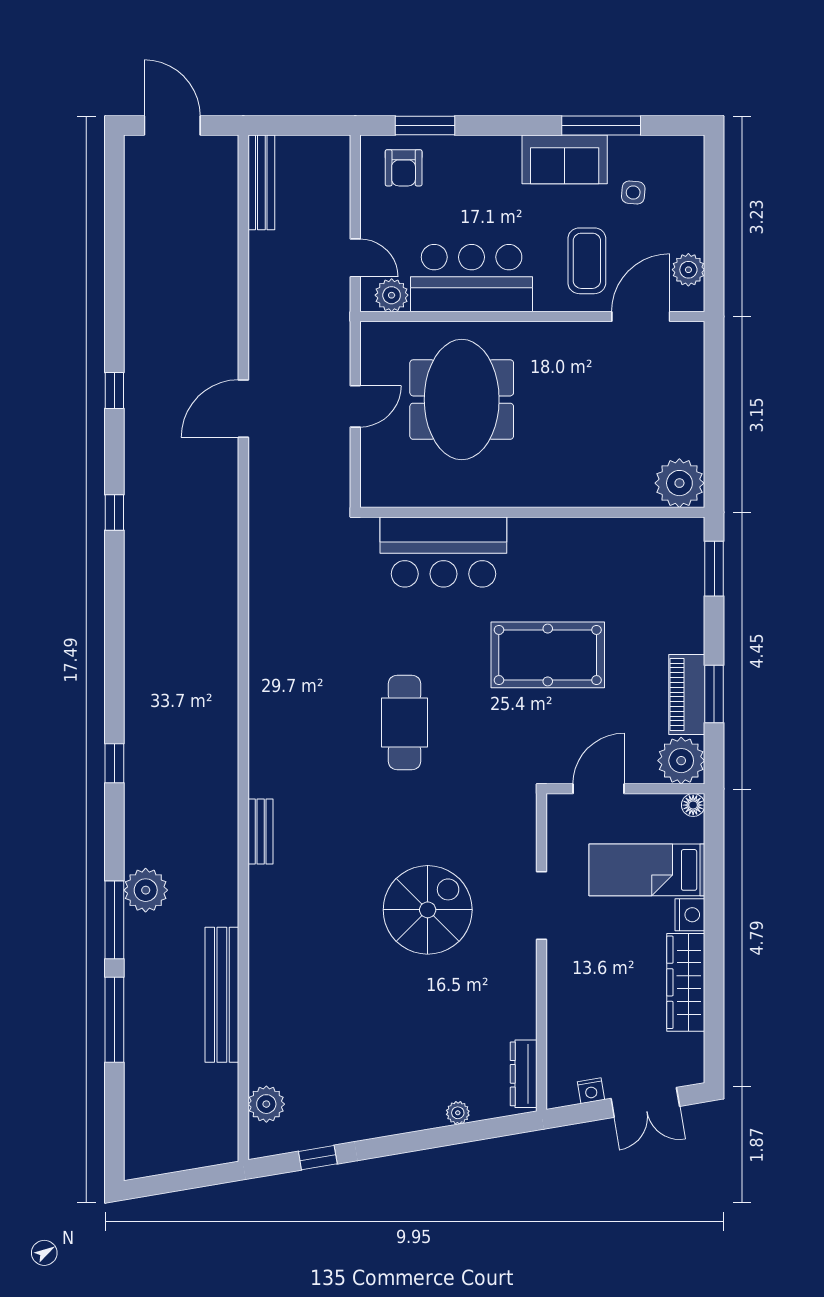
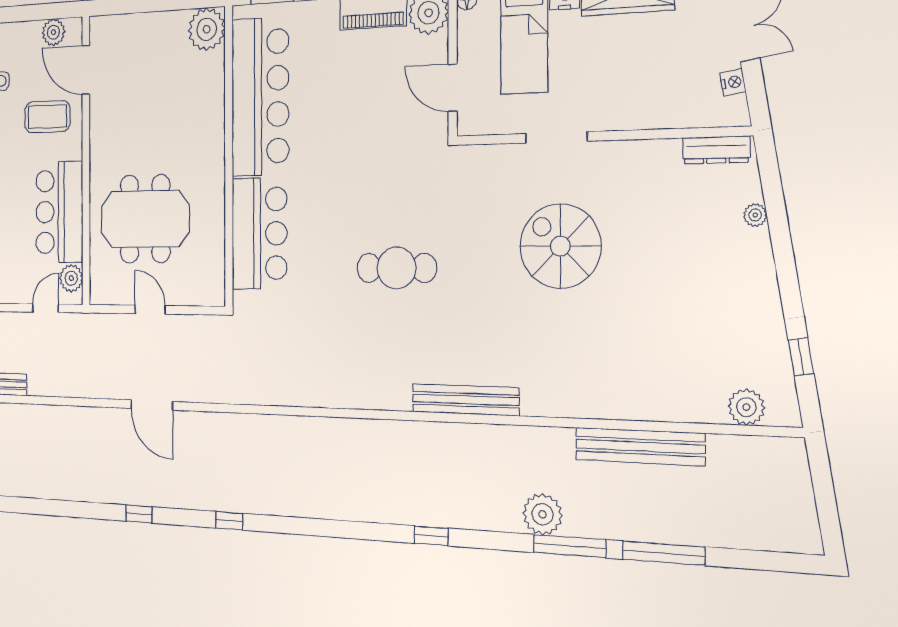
bar counter: (599, 553) -> (260, 97), added
pool table: (548, 655) -> (341, 139), removed
bench: (261, 832) -> (465, 400), width x1.86, depth x1.21

